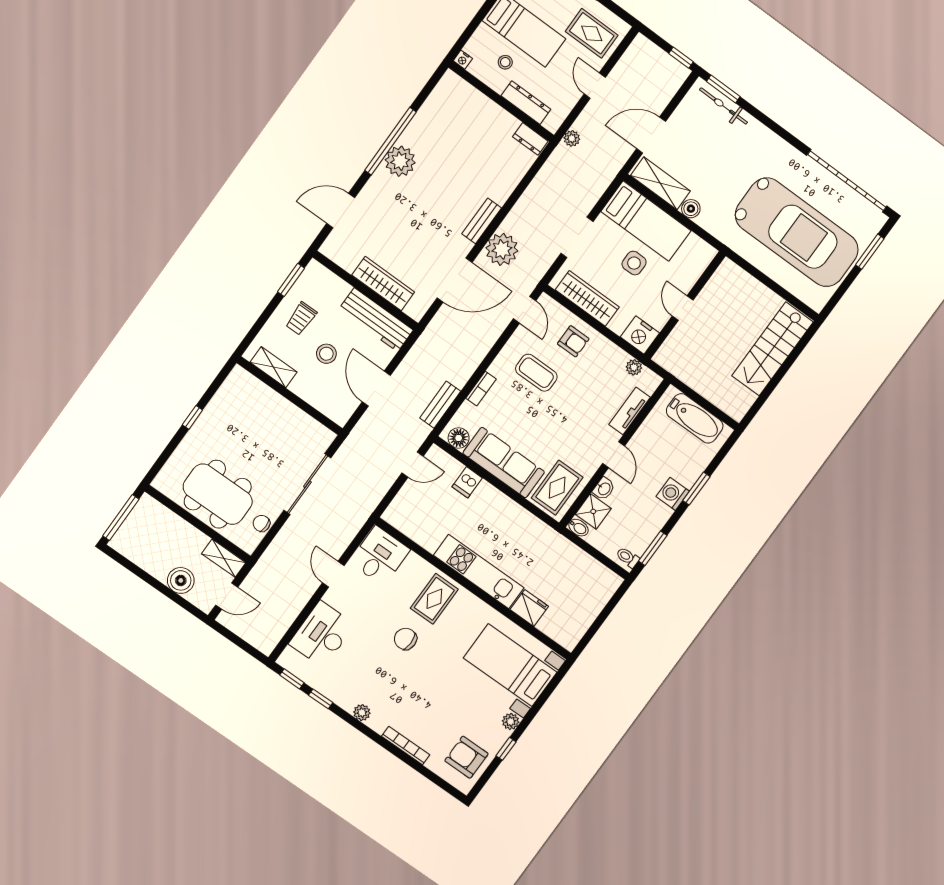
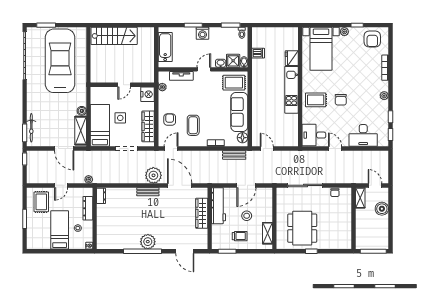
dishwasher: (467, 482) -> (258, 53), moved
dining table: (218, 494) -> (302, 228), moved
door: (333, 574) -> (335, 149), swing flipped

